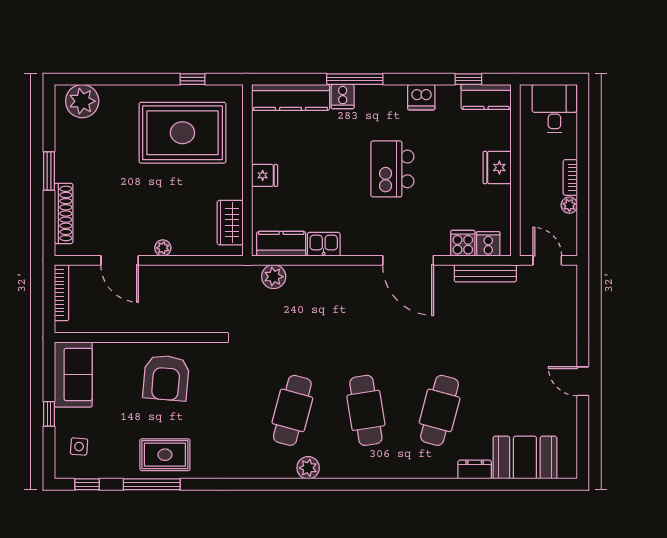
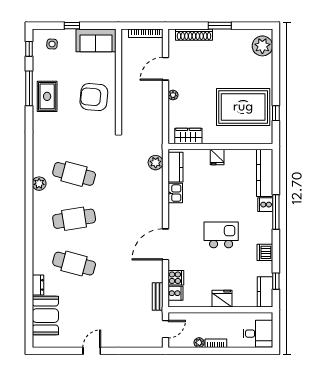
rug: (182, 133) -> (243, 107), turned 90
bench: (485, 273) -> (158, 297), width x0.73

